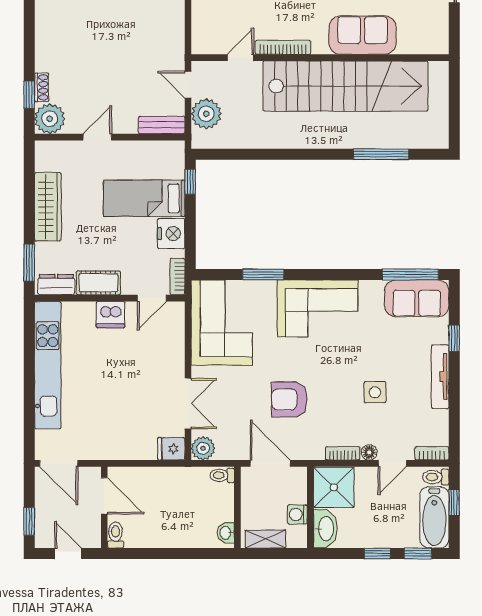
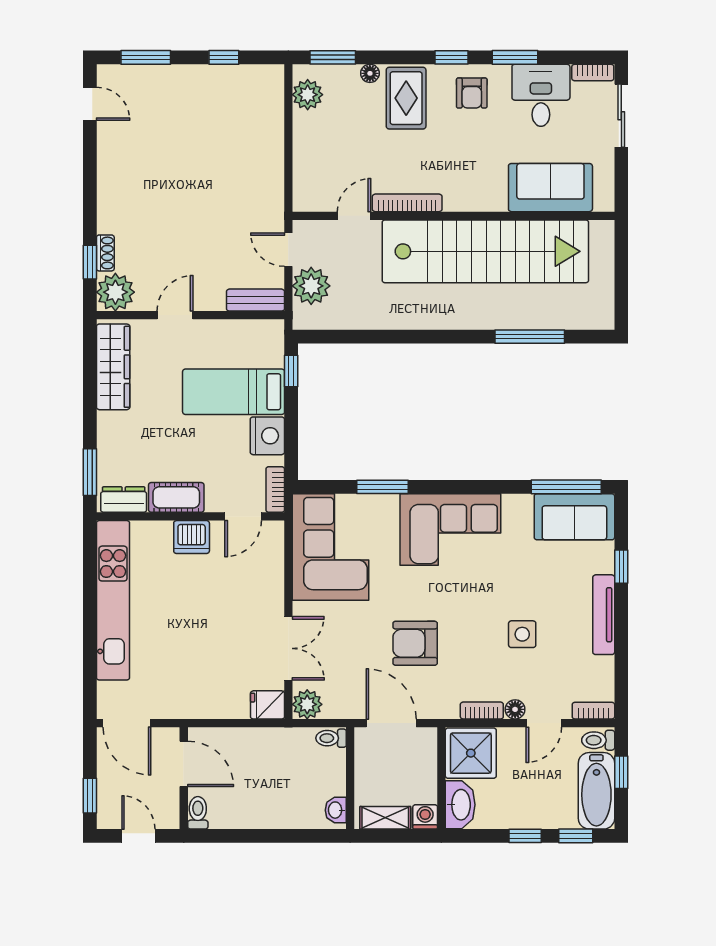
sofa: (363, 35) -> (550, 188), moved
wardrobe: (48, 207) -> (113, 367), moved
washing machine: (297, 514) -> (425, 817), moved, turned 90

